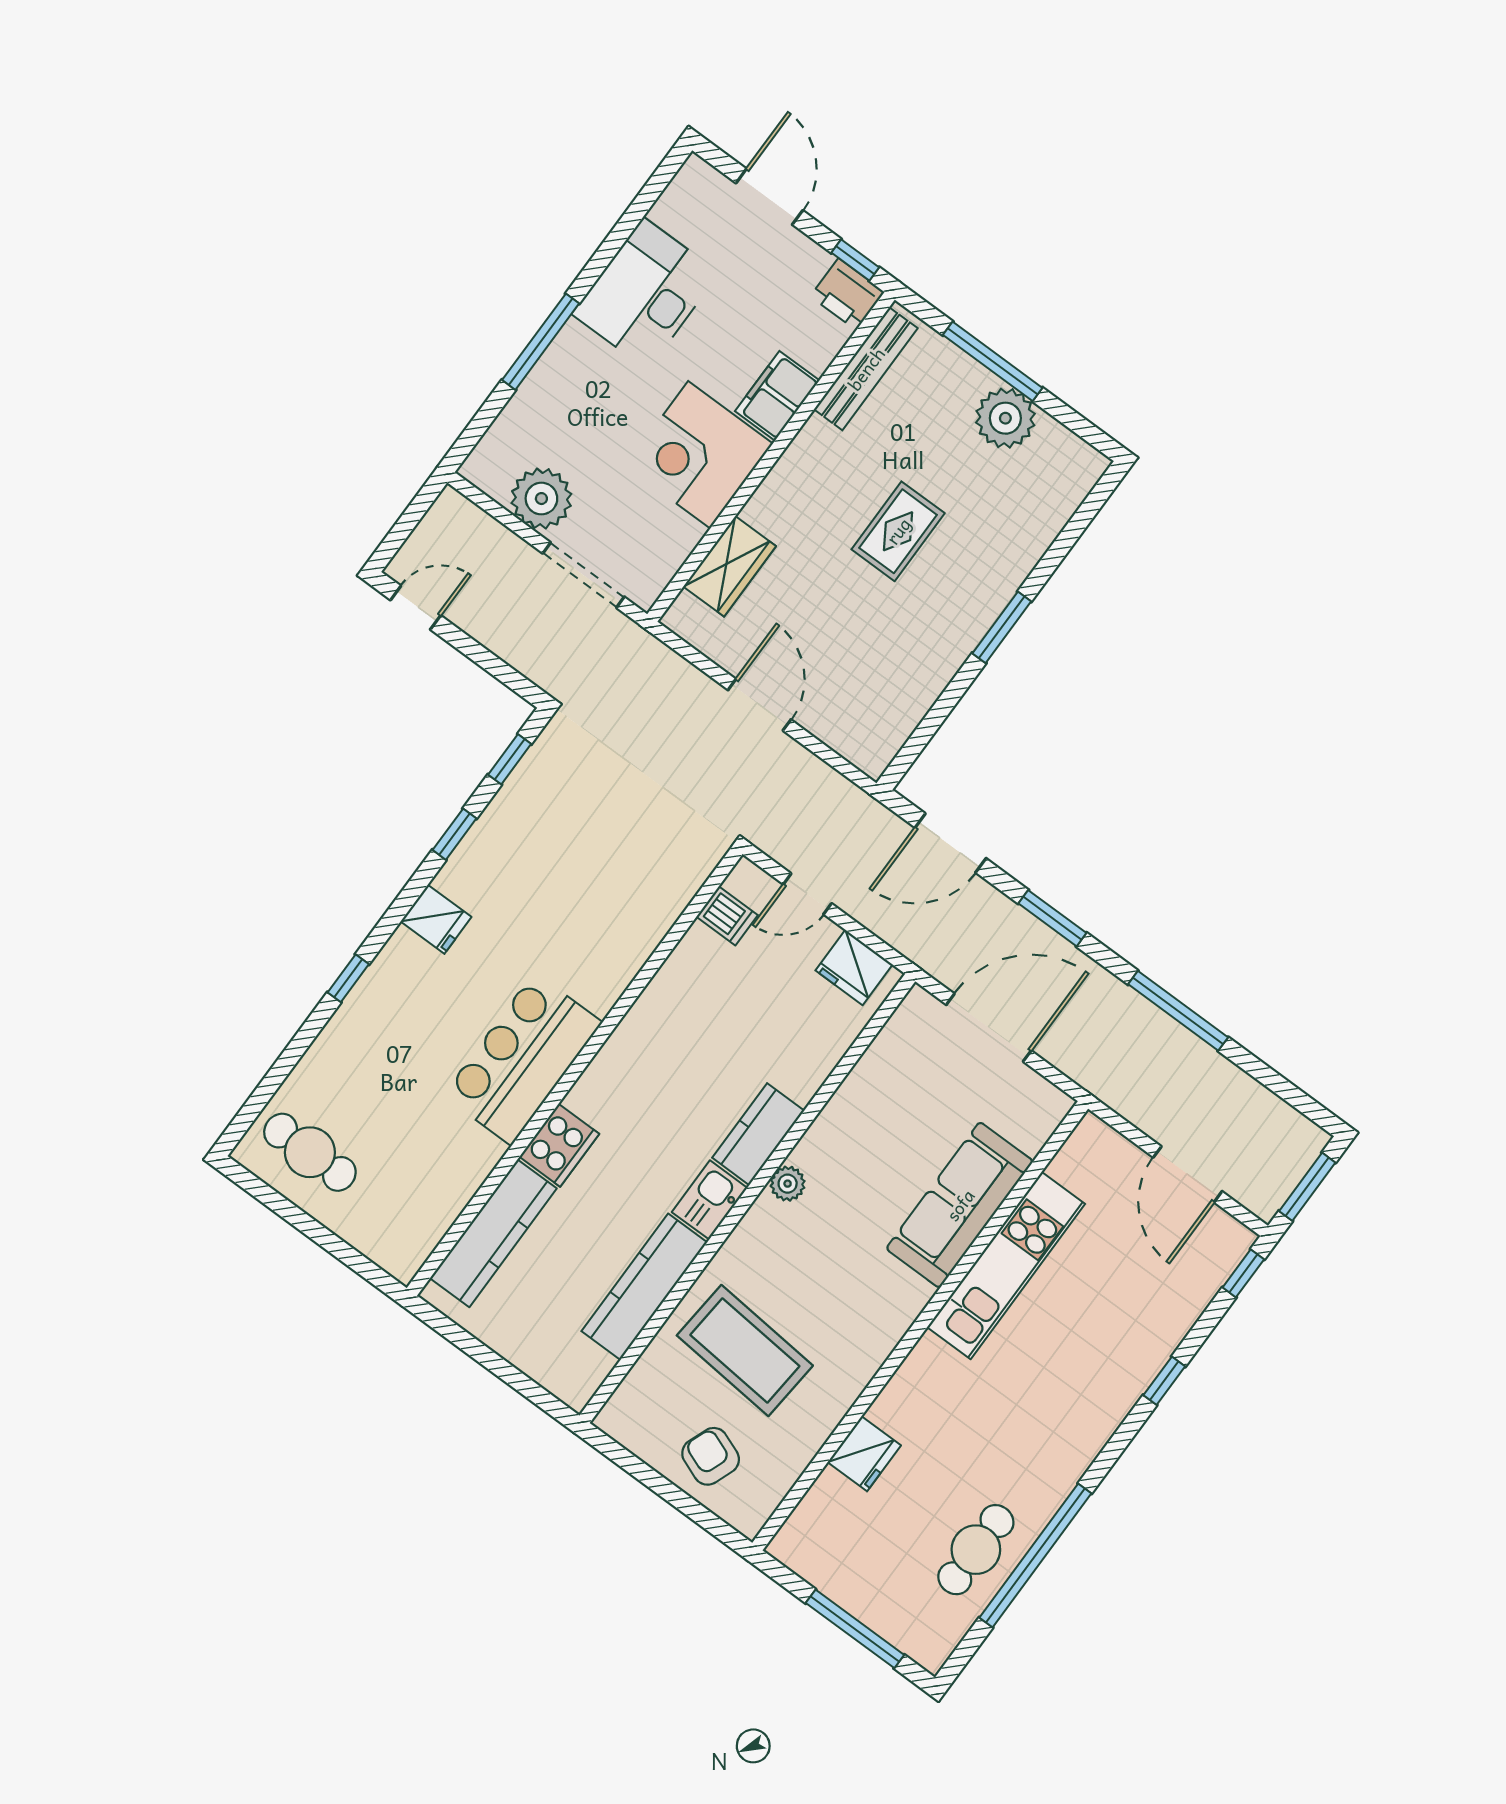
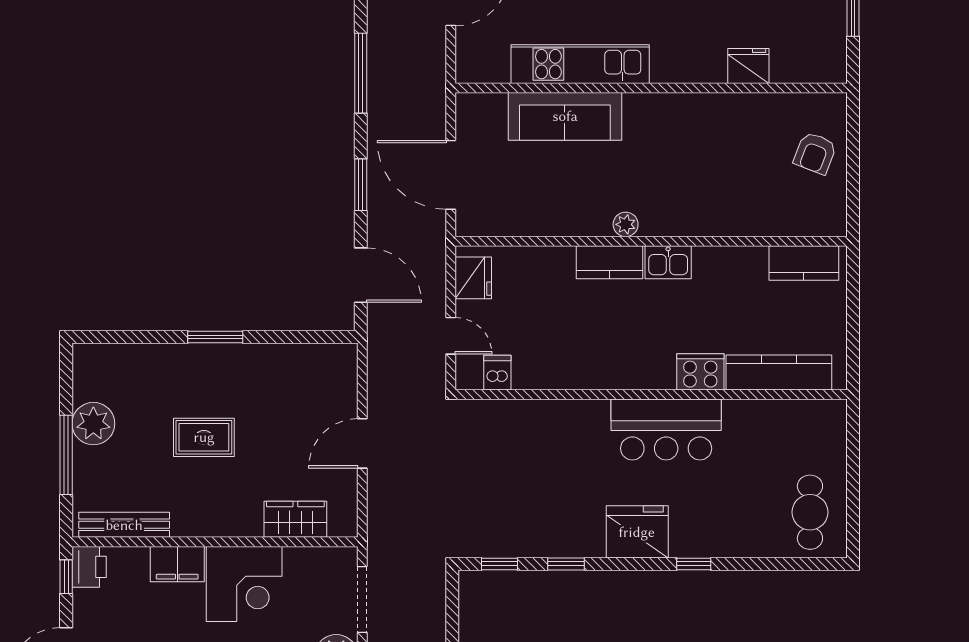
fridge: (436, 919) -> (637, 532), width x1.88, depth x1.34
kitchen counter: (644, 1287) -> (804, 263), moved, width x0.67
coffee table: (745, 1351) -> (740, 178), removed

